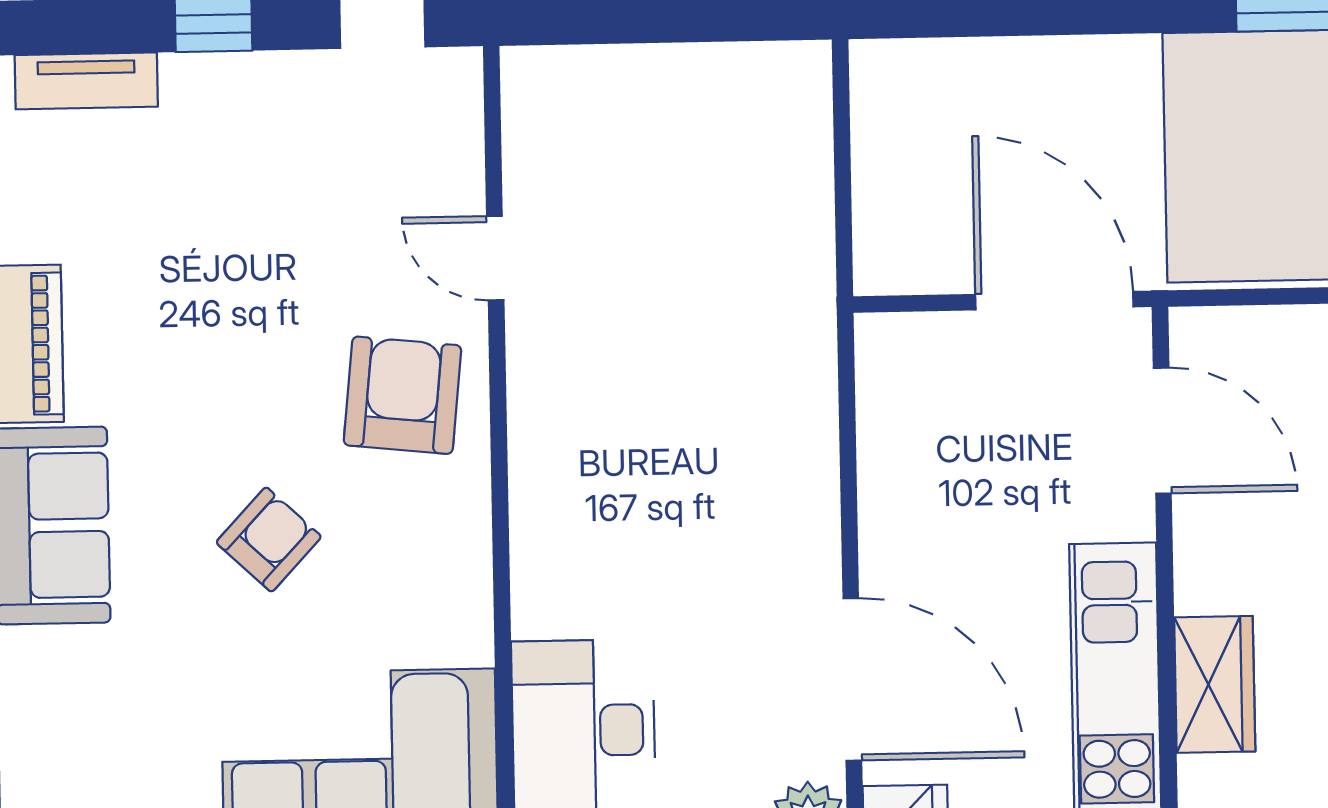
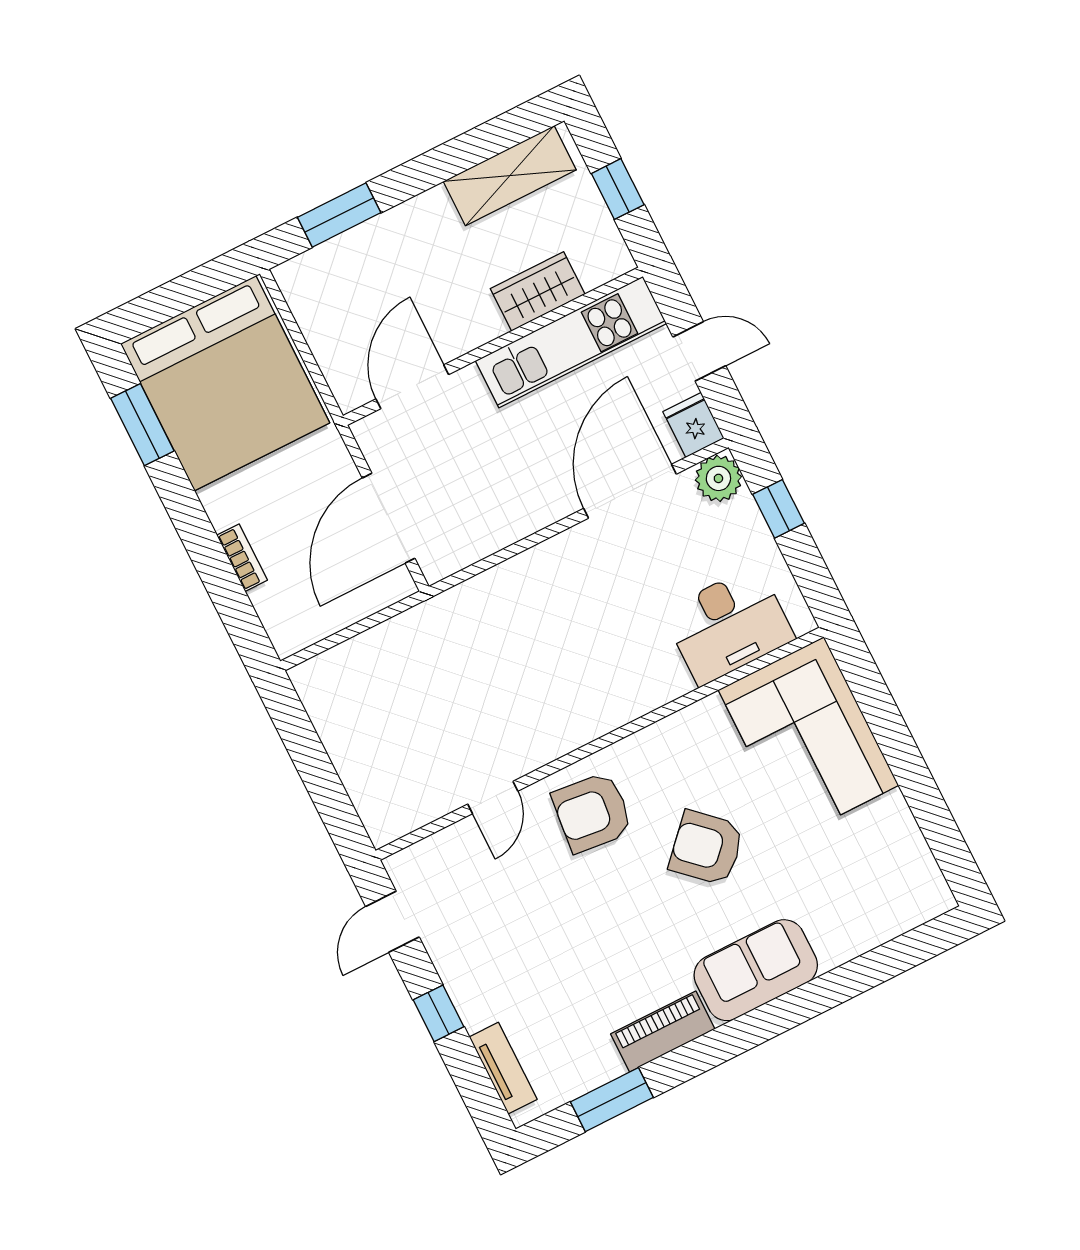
bookcase: (1030, 56) -> (242, 558), added
door: (1054, 301) -> (389, 518), moved
armchair: (269, 539) -> (707, 848), width x1.38, depth x1.38

